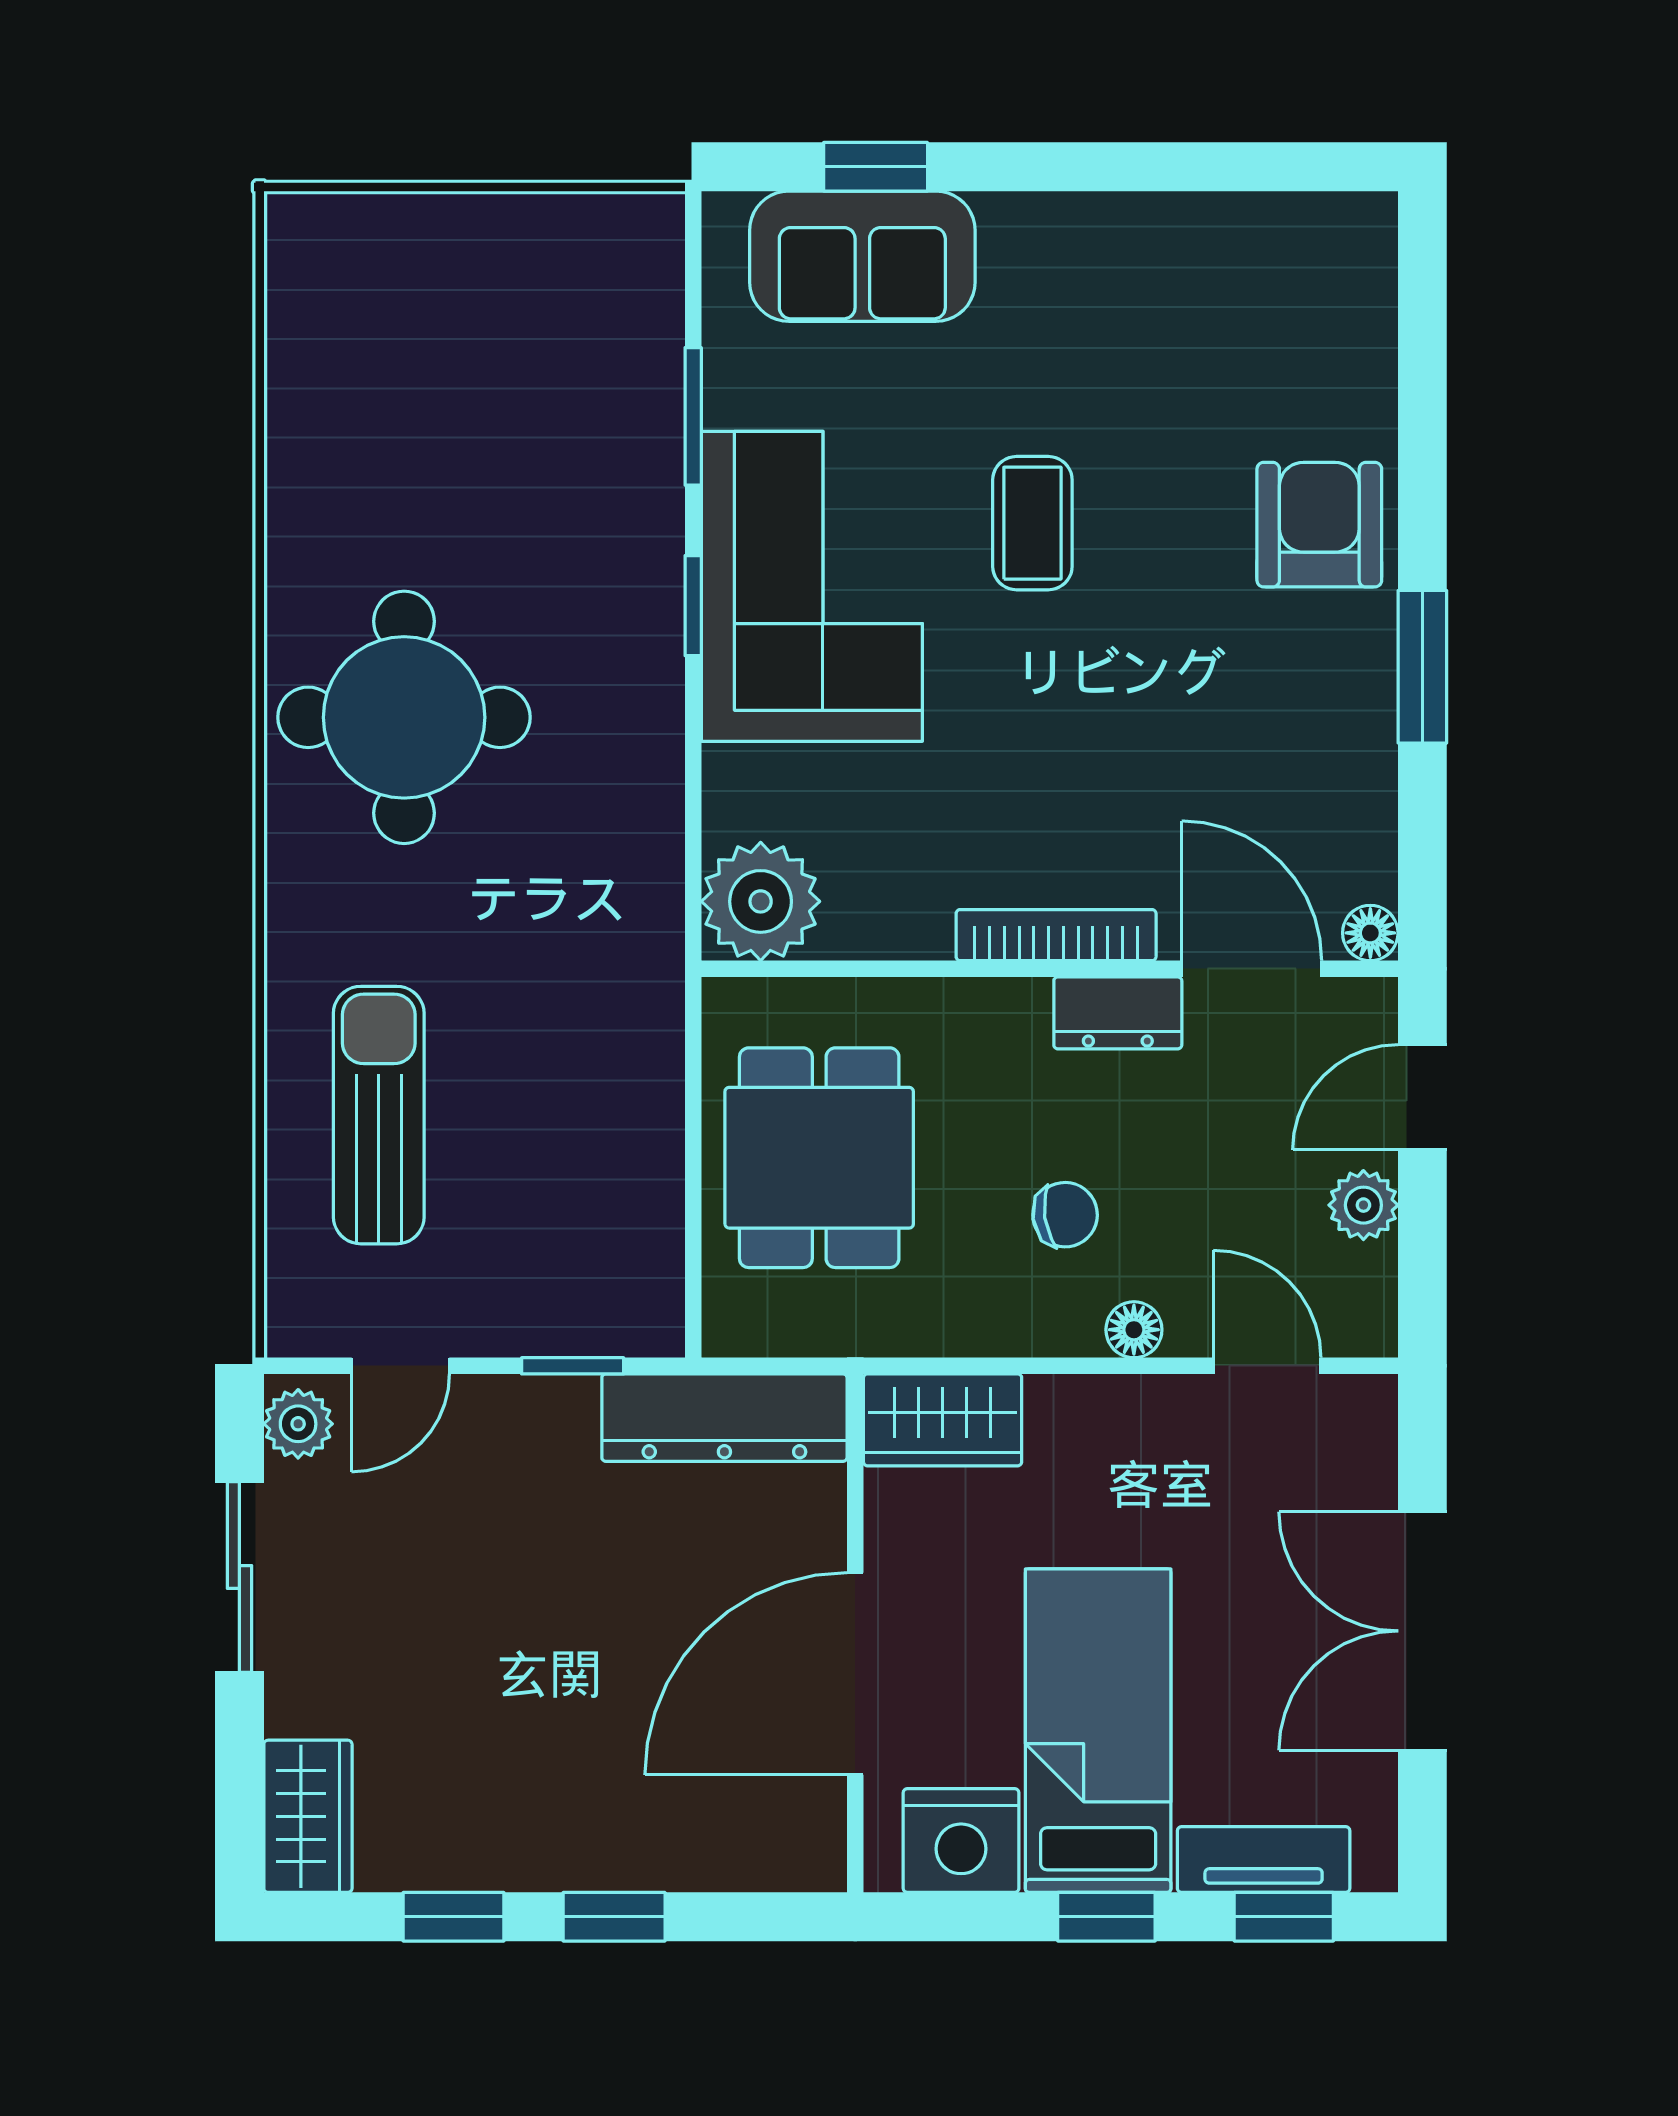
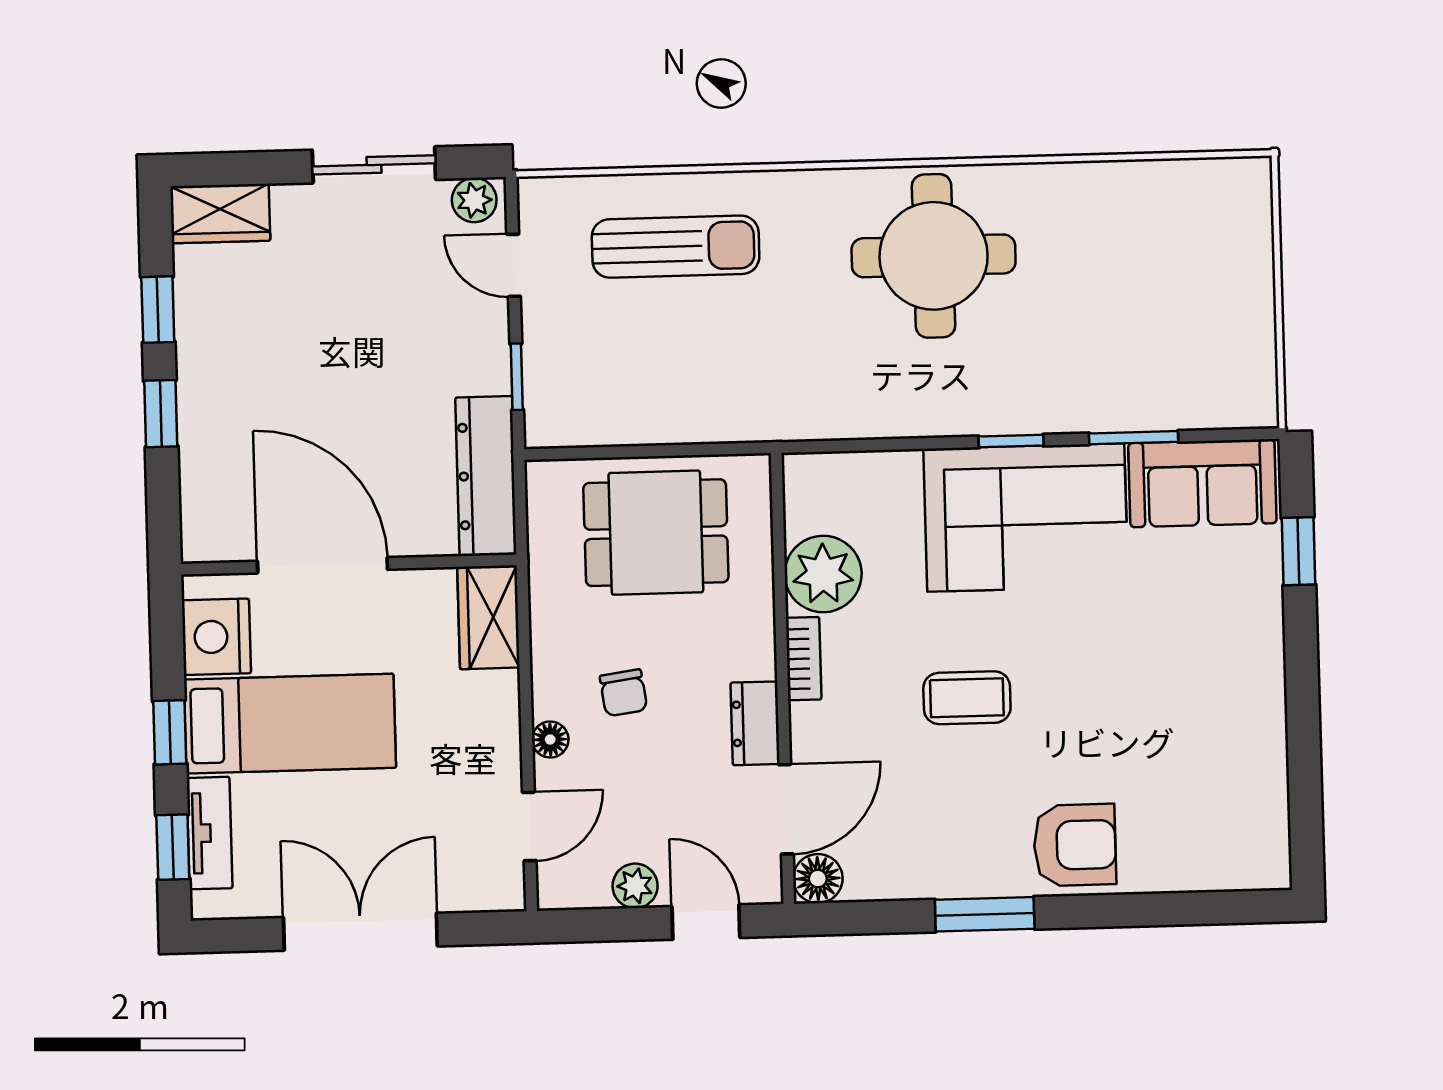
sofa: (862, 256) -> (1202, 483), moved, turned -90
coffee table: (1032, 523) -> (967, 698), moved
plant: (761, 901) -> (823, 574), moved
floor lamp: (1370, 933) -> (818, 879), width x1.37, depth x1.37
bookcase: (1056, 935) -> (804, 659), width x0.64

